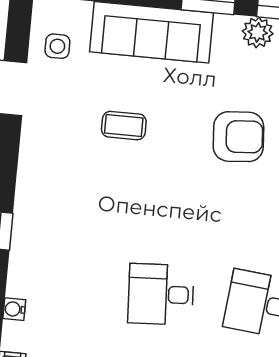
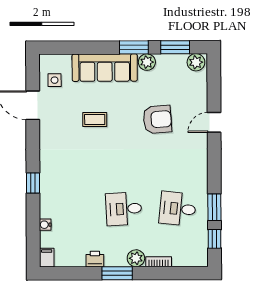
plant: (258, 32) -> (147, 62), moved

